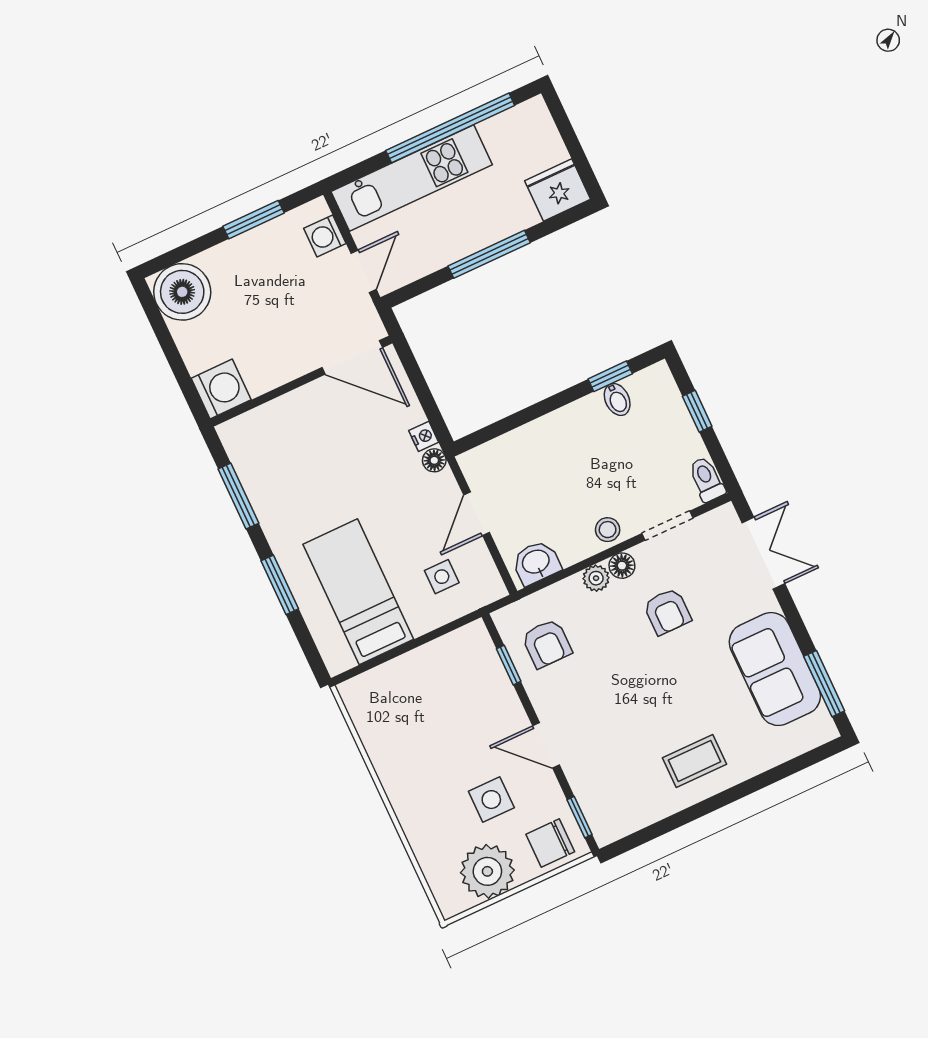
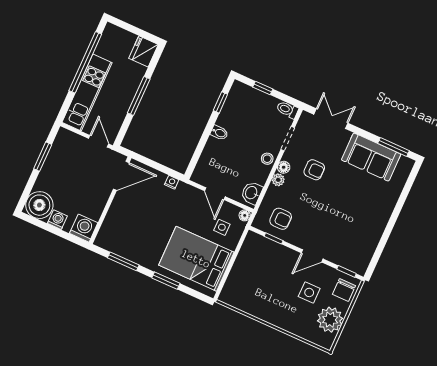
washing machine: (325, 236) -> (57, 220), moved, turned 180
bidet: (617, 399) -> (219, 133), moved
floor lamp: (434, 460) -> (245, 215), moved
bed: (358, 592) -> (196, 259), width x1.50
coffee table: (695, 761) -> (371, 215), removed

